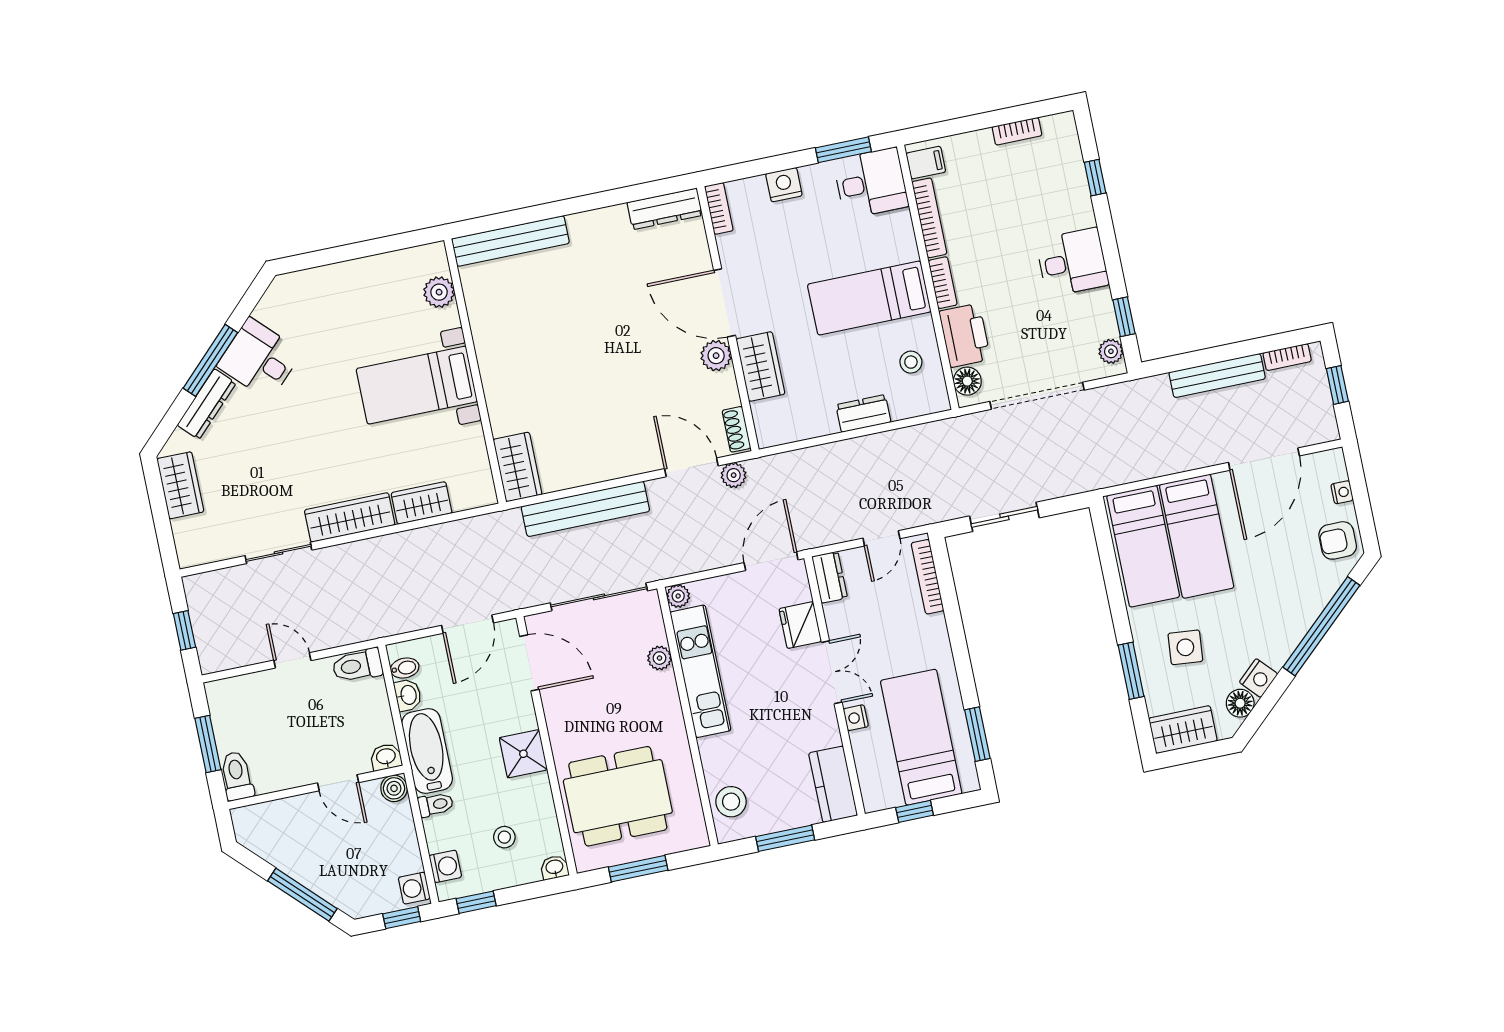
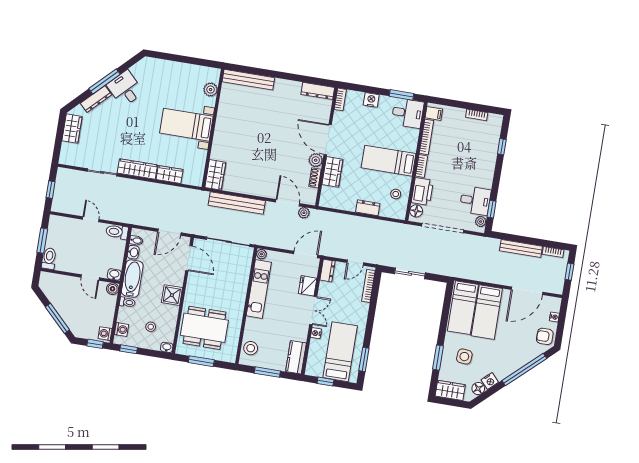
desk: (1072, 262) -> (475, 201), moved
shoe rack: (736, 429) -> (315, 178), moved
plant: (660, 658) -> (244, 277), removed

